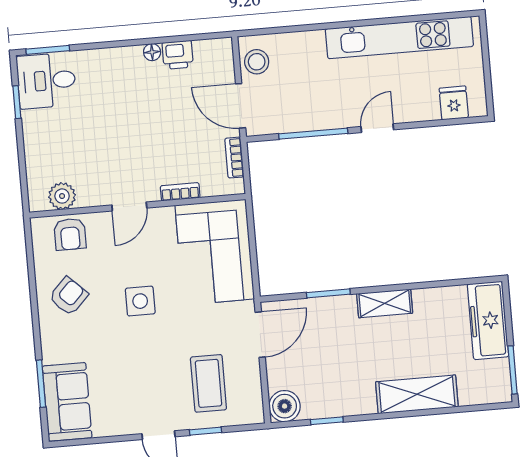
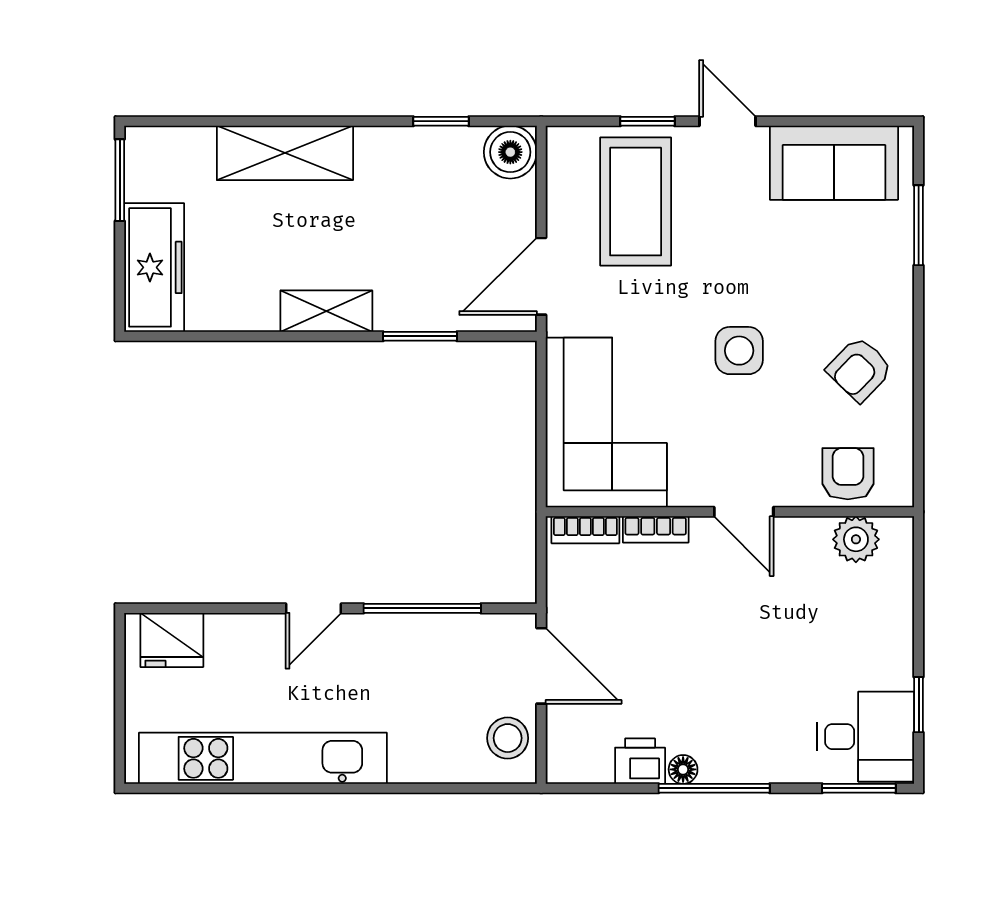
window: (133, 43) -> (714, 788), added
fridge: (454, 103) -> (172, 640), width x1.38
bookcase: (234, 158) -> (585, 530), moved, turned 90
door: (129, 207) -> (744, 512), swing flipped
coffee table: (208, 383) -> (636, 202), width x1.36, depth x1.32
sofa: (67, 402) -> (834, 163), moved, turned -90

